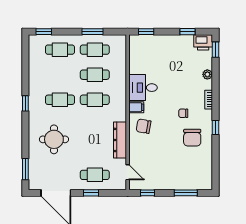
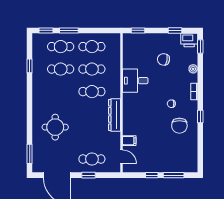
window: (93, 32) -> (69, 30), moved
cafe table: (60, 100) -> (61, 69), moved
window: (25, 103) -> (30, 66), moved
filing cabinet: (136, 107) -> (129, 141), moved
chair: (144, 126) -> (163, 59), moved
dresser: (120, 140) -> (115, 115), moved
window: (148, 193) -> (152, 175), moved

